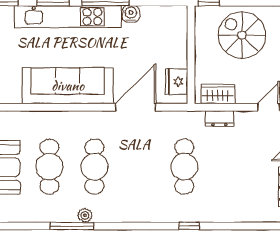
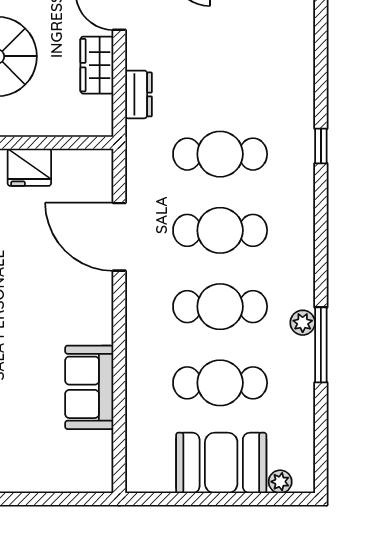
fridge: (177, 82) -> (29, 167), moved
sofa: (68, 86) -> (89, 387), width x0.54, depth x0.79
wardrobe: (218, 94) -> (97, 65), moved
cafe table: (139, 167) -> (220, 230), added

